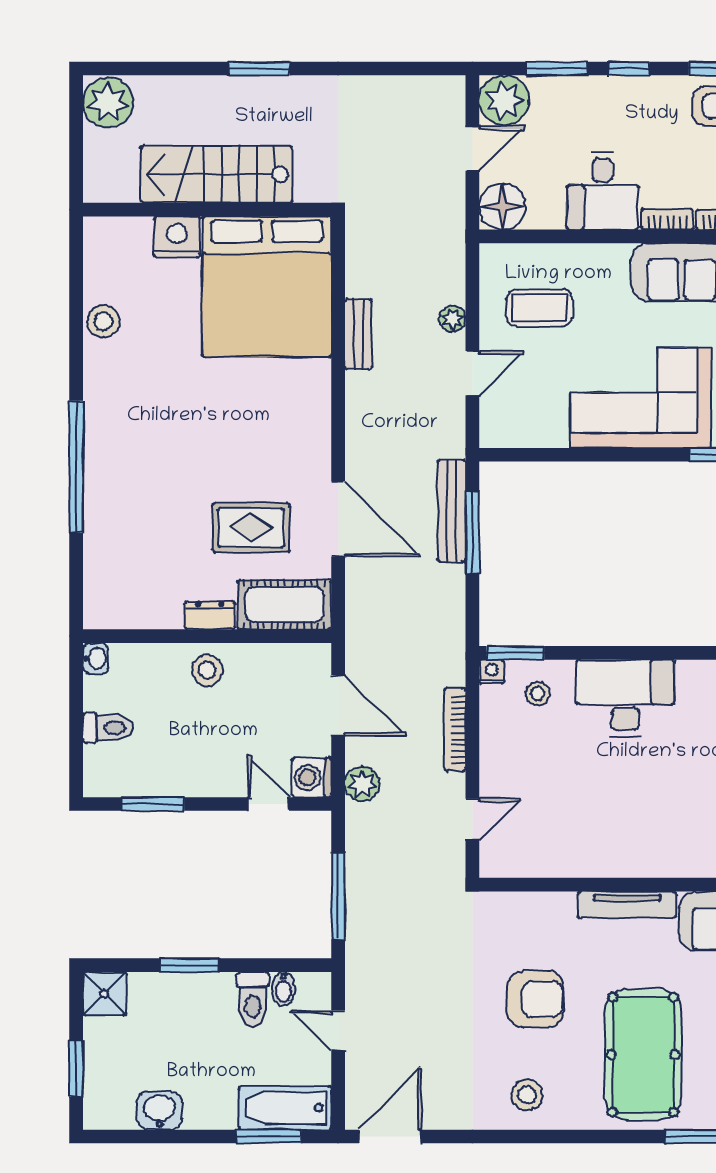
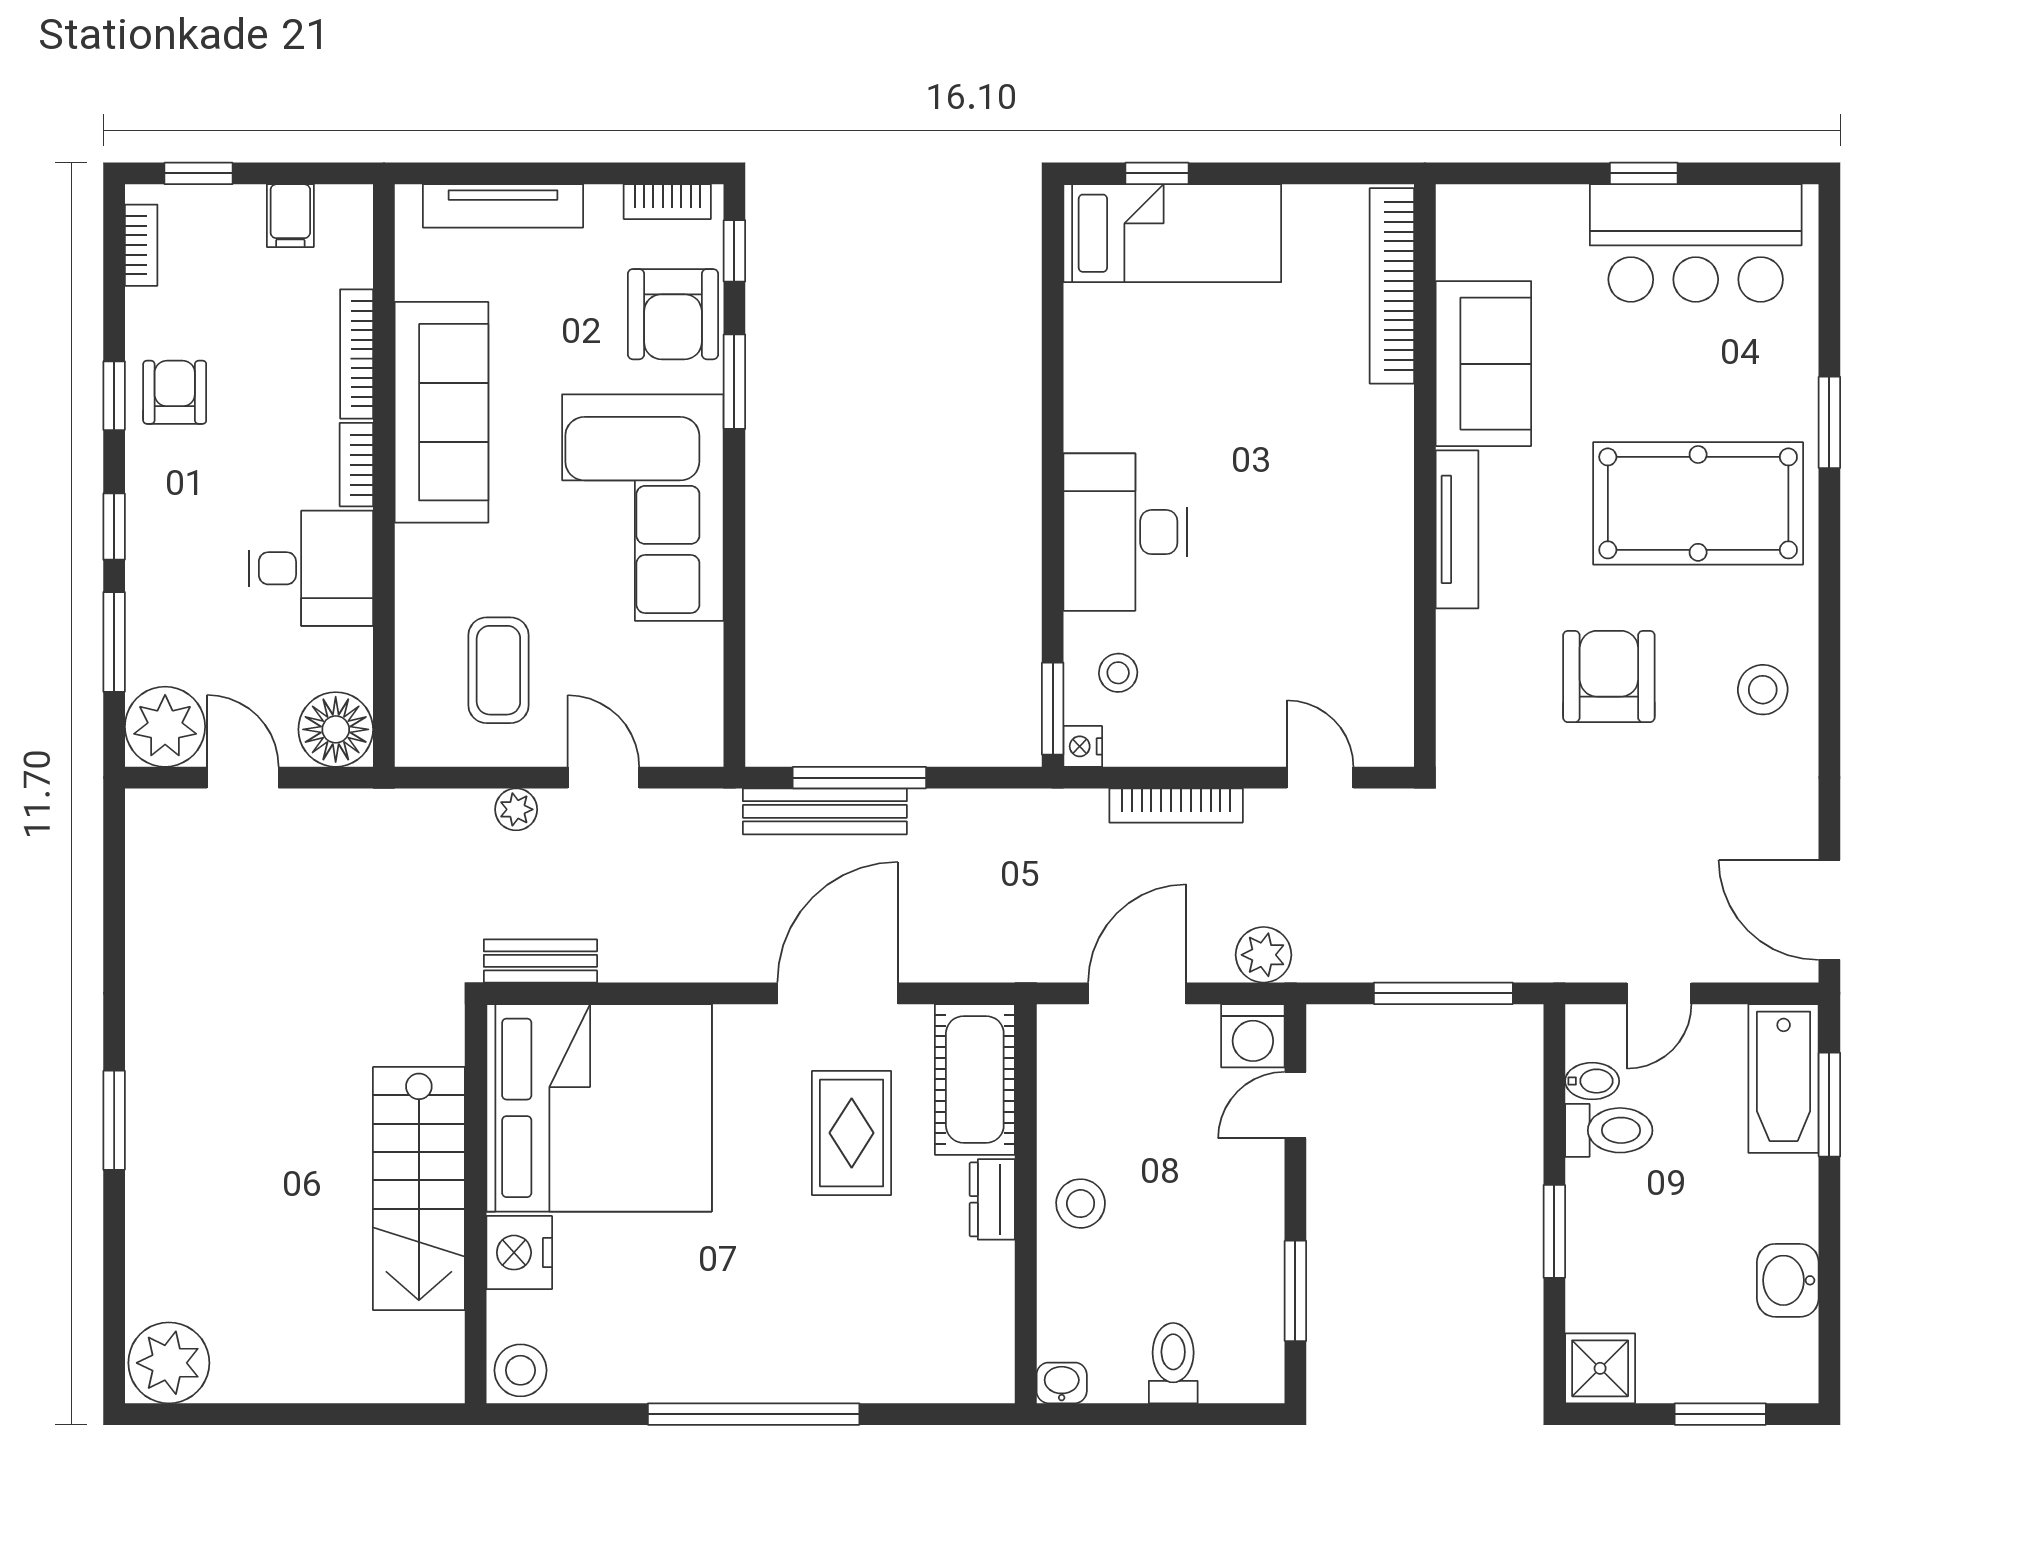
stairs: (217, 174) -> (419, 1189), moved
wall: (207, 210) -> (476, 1204), moved
nightstand: (177, 237) -> (519, 1253), moved
bed: (267, 286) -> (599, 1108), moved

